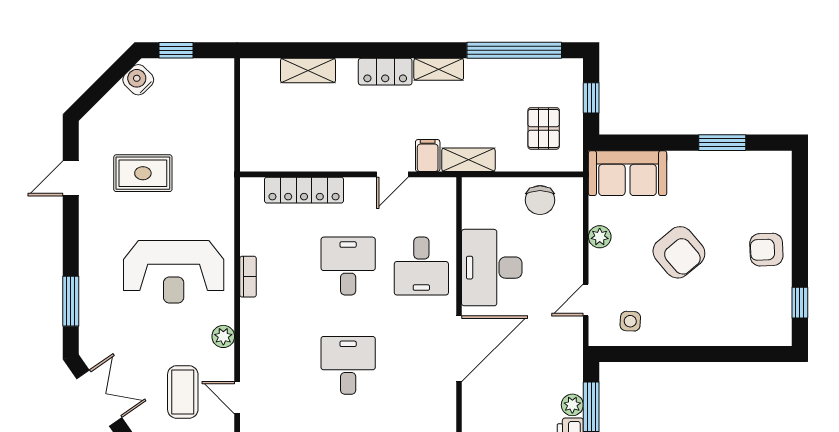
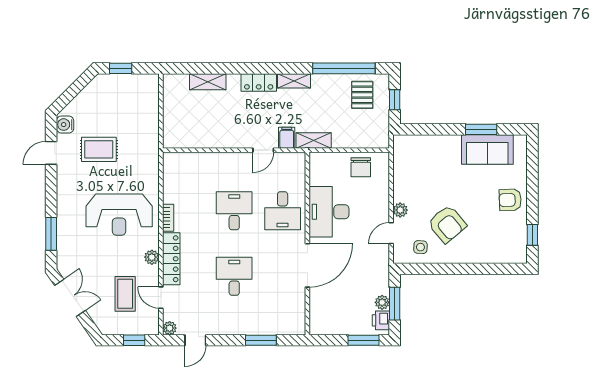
water cooler: (138, 80) -> (65, 125), moved, turned -45
pallet: (544, 128) -> (362, 95), moved
sofa: (628, 173) -> (487, 149), moved
locker: (304, 190) -> (171, 259), moved, turned -90
plant: (600, 237) -> (400, 210), moved
armchair: (679, 252) -> (447, 224), moved

